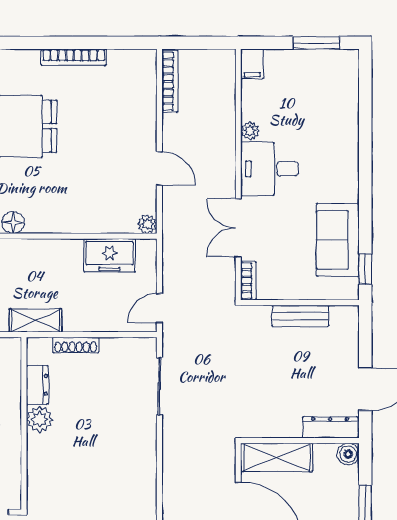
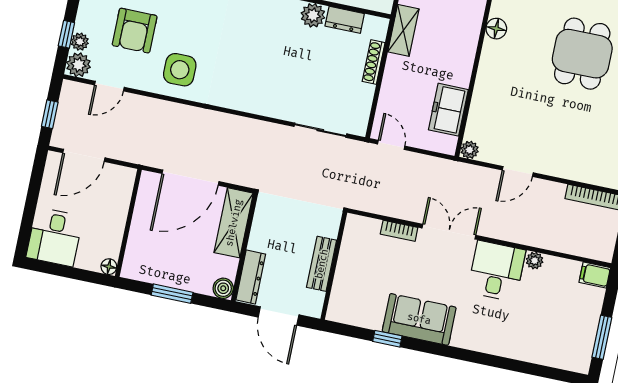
wall: (300, 303) -> (334, 266), moved
bench: (300, 316) -> (322, 264), moved

